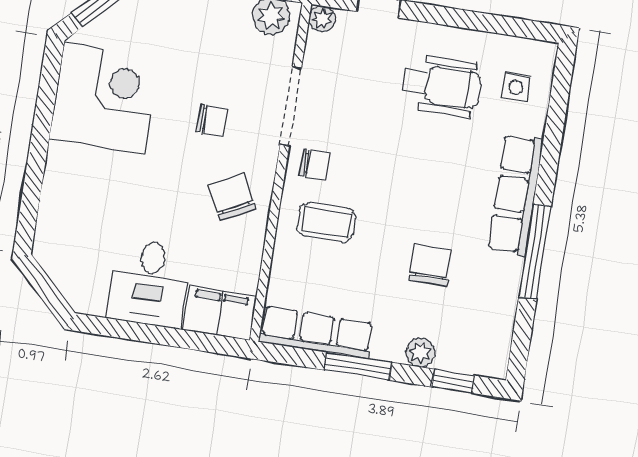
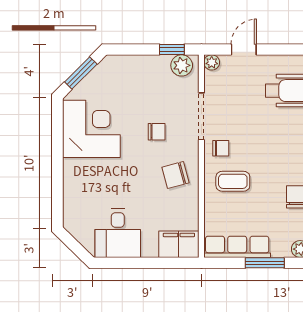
chair: (232, 197) -> (176, 175), turned -78
desk: (149, 283) -> (118, 233), moved

